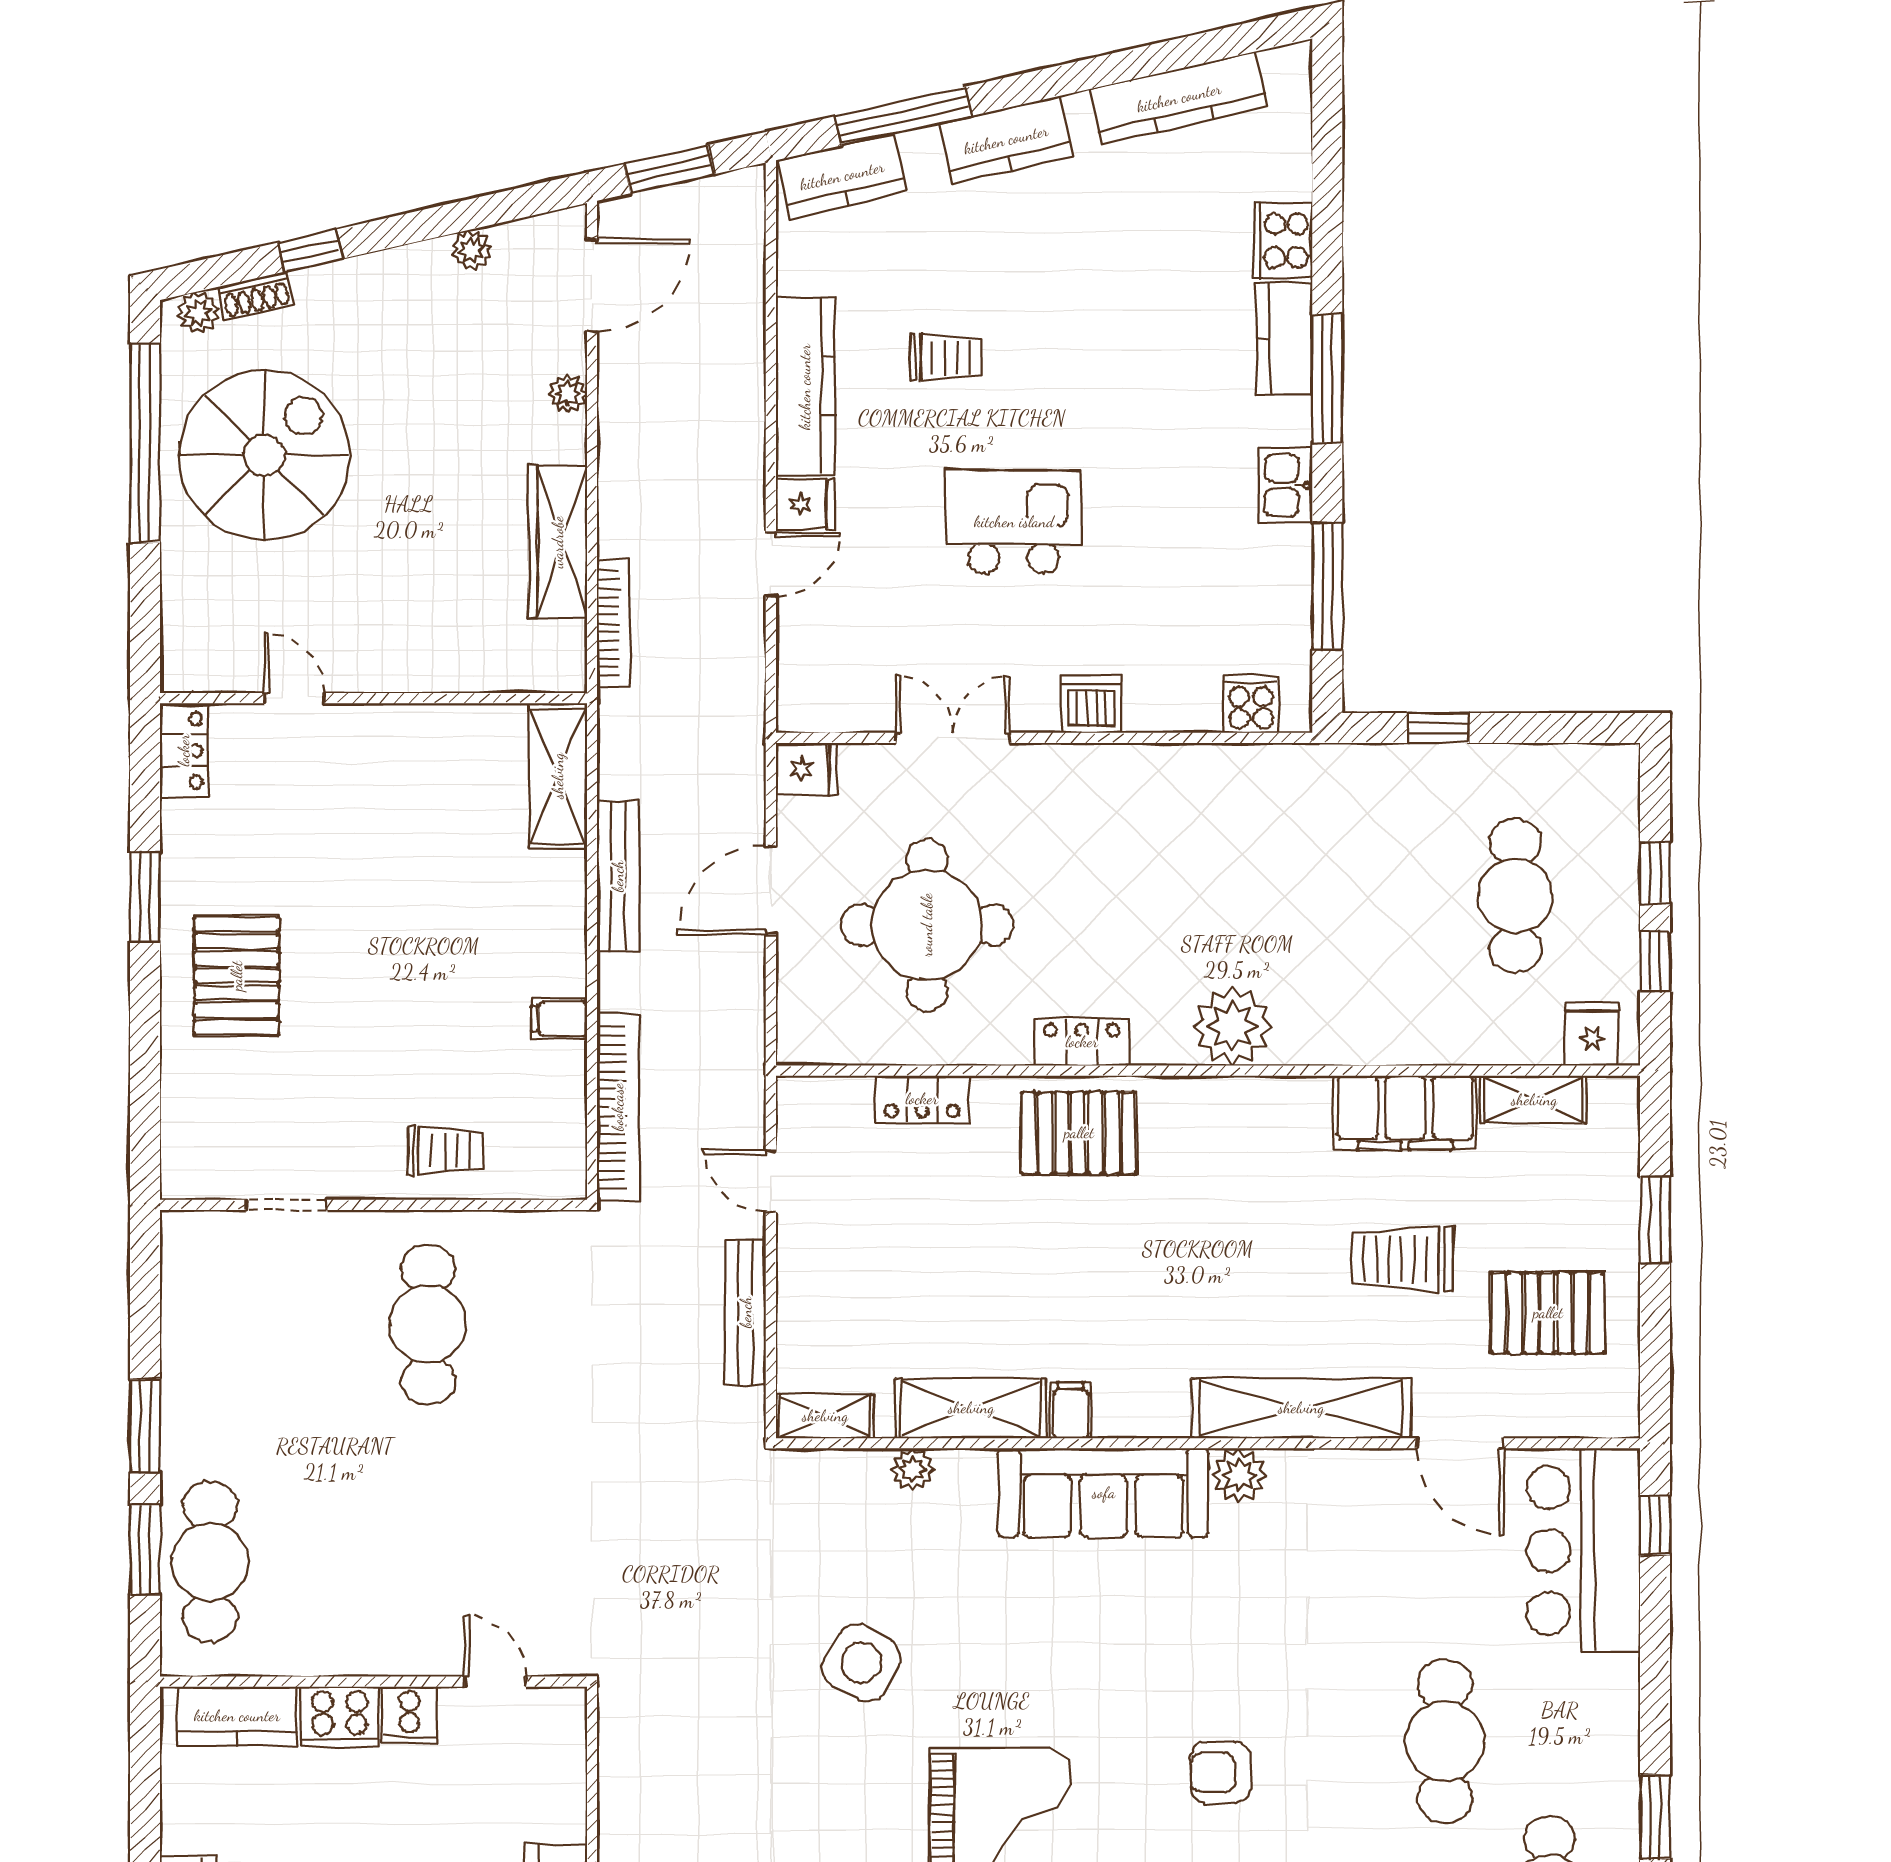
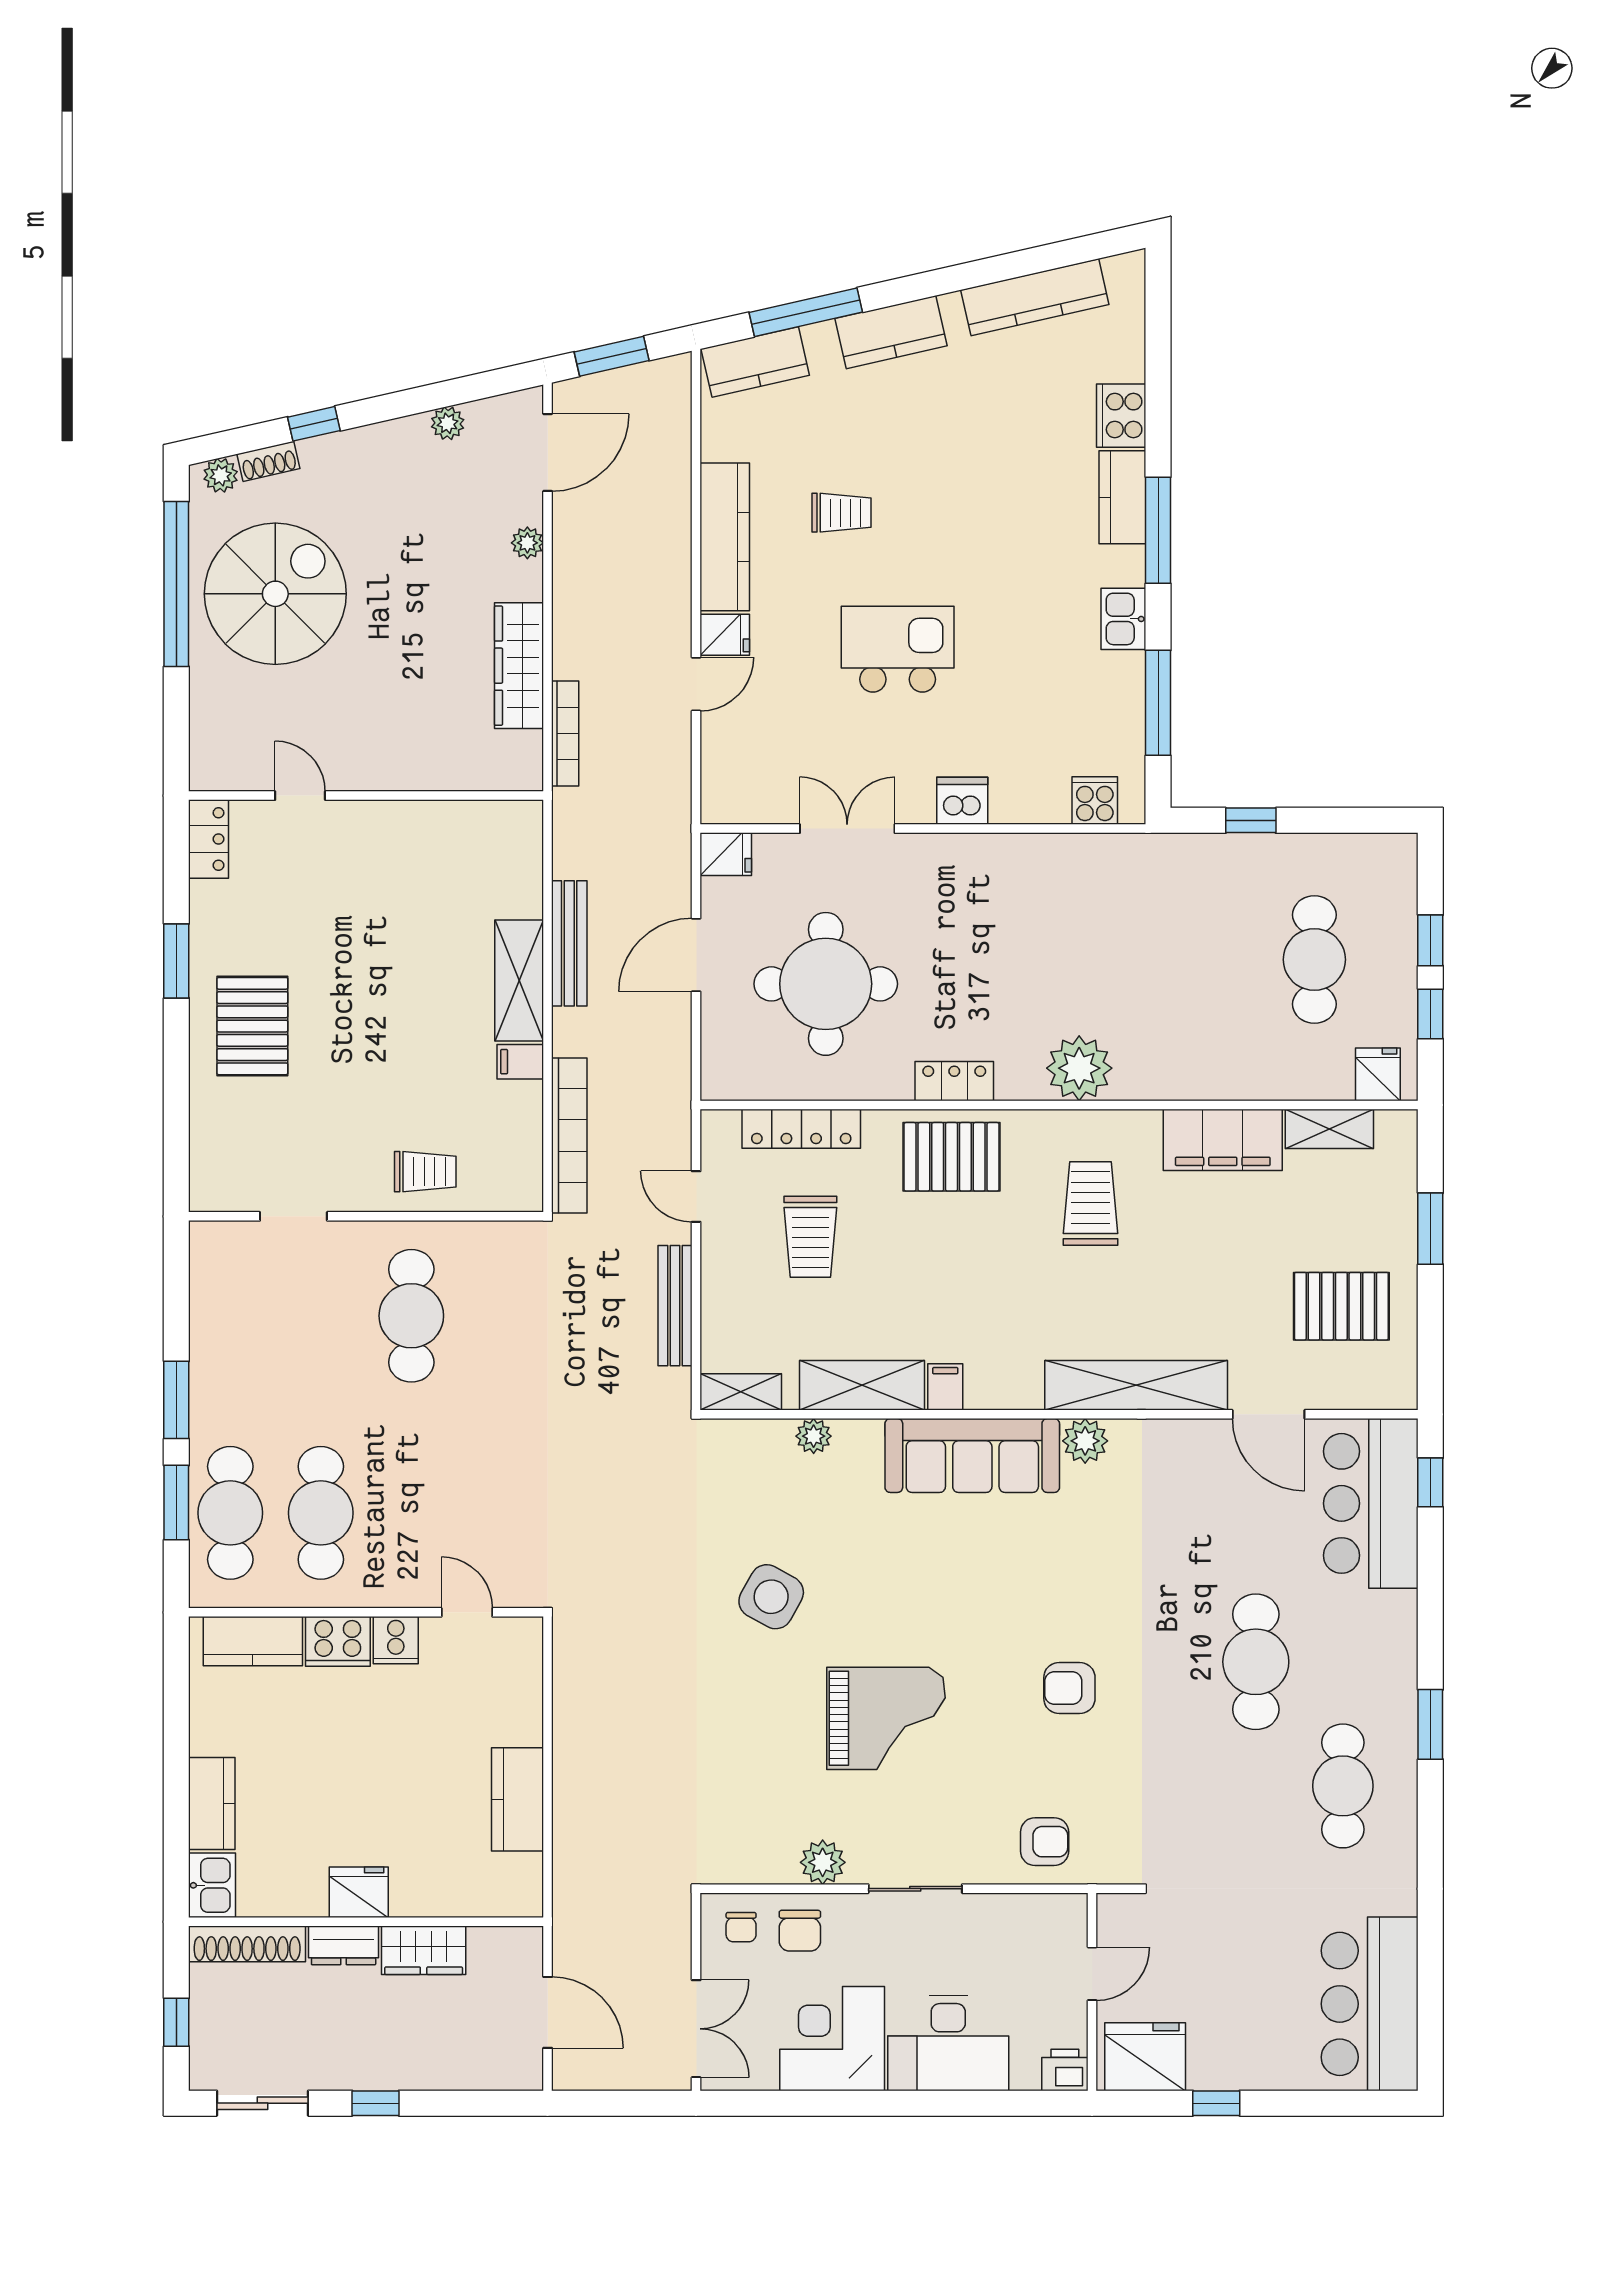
shelving: (558, 776) -> (519, 980), moved
locker: (922, 1099) -> (801, 1129), width x1.53
trolley: (909, 1229) -> (810, 1237), added
trolley: (1402, 1259) -> (1090, 1204), moved, turned 90
cafe table: (319, 1562) -> (321, 1513), added

